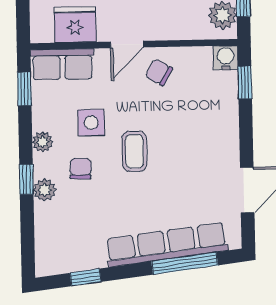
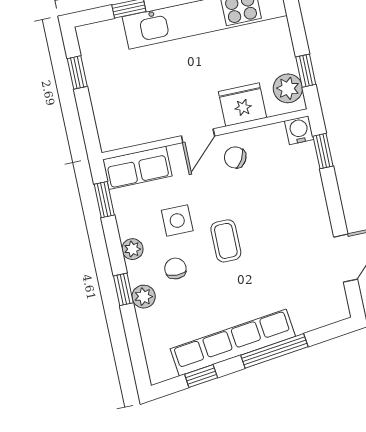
fridge: (75, 25) -> (242, 105), moved
row of seats: (167, 245) -> (233, 343), moved
window: (185, 263) -> (274, 351), moved

